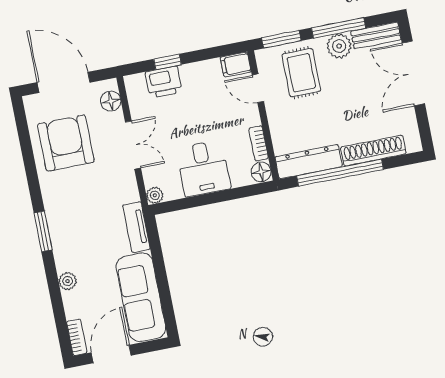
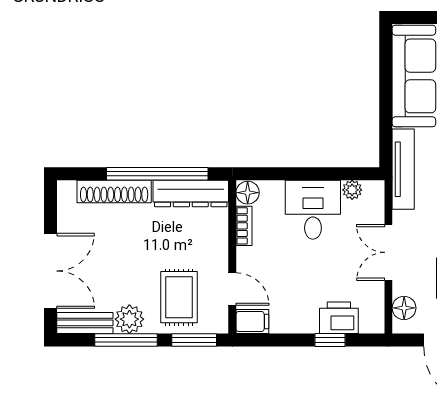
plant: (155, 195) -> (352, 190), moved
tv unit: (136, 227) -> (403, 169), width x1.41

